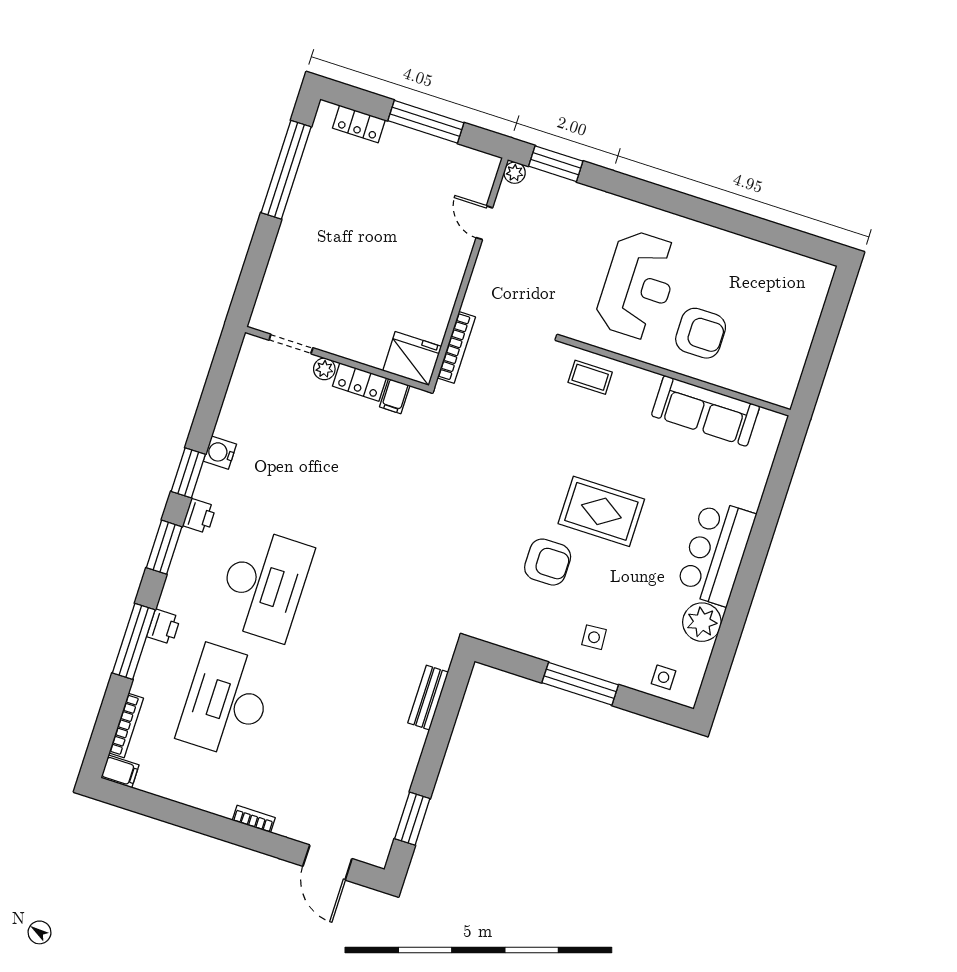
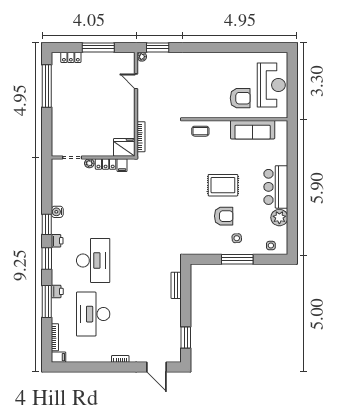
reception desk: (638, 285) -> (271, 85), moved
armchair: (548, 562) -> (224, 216), moved

